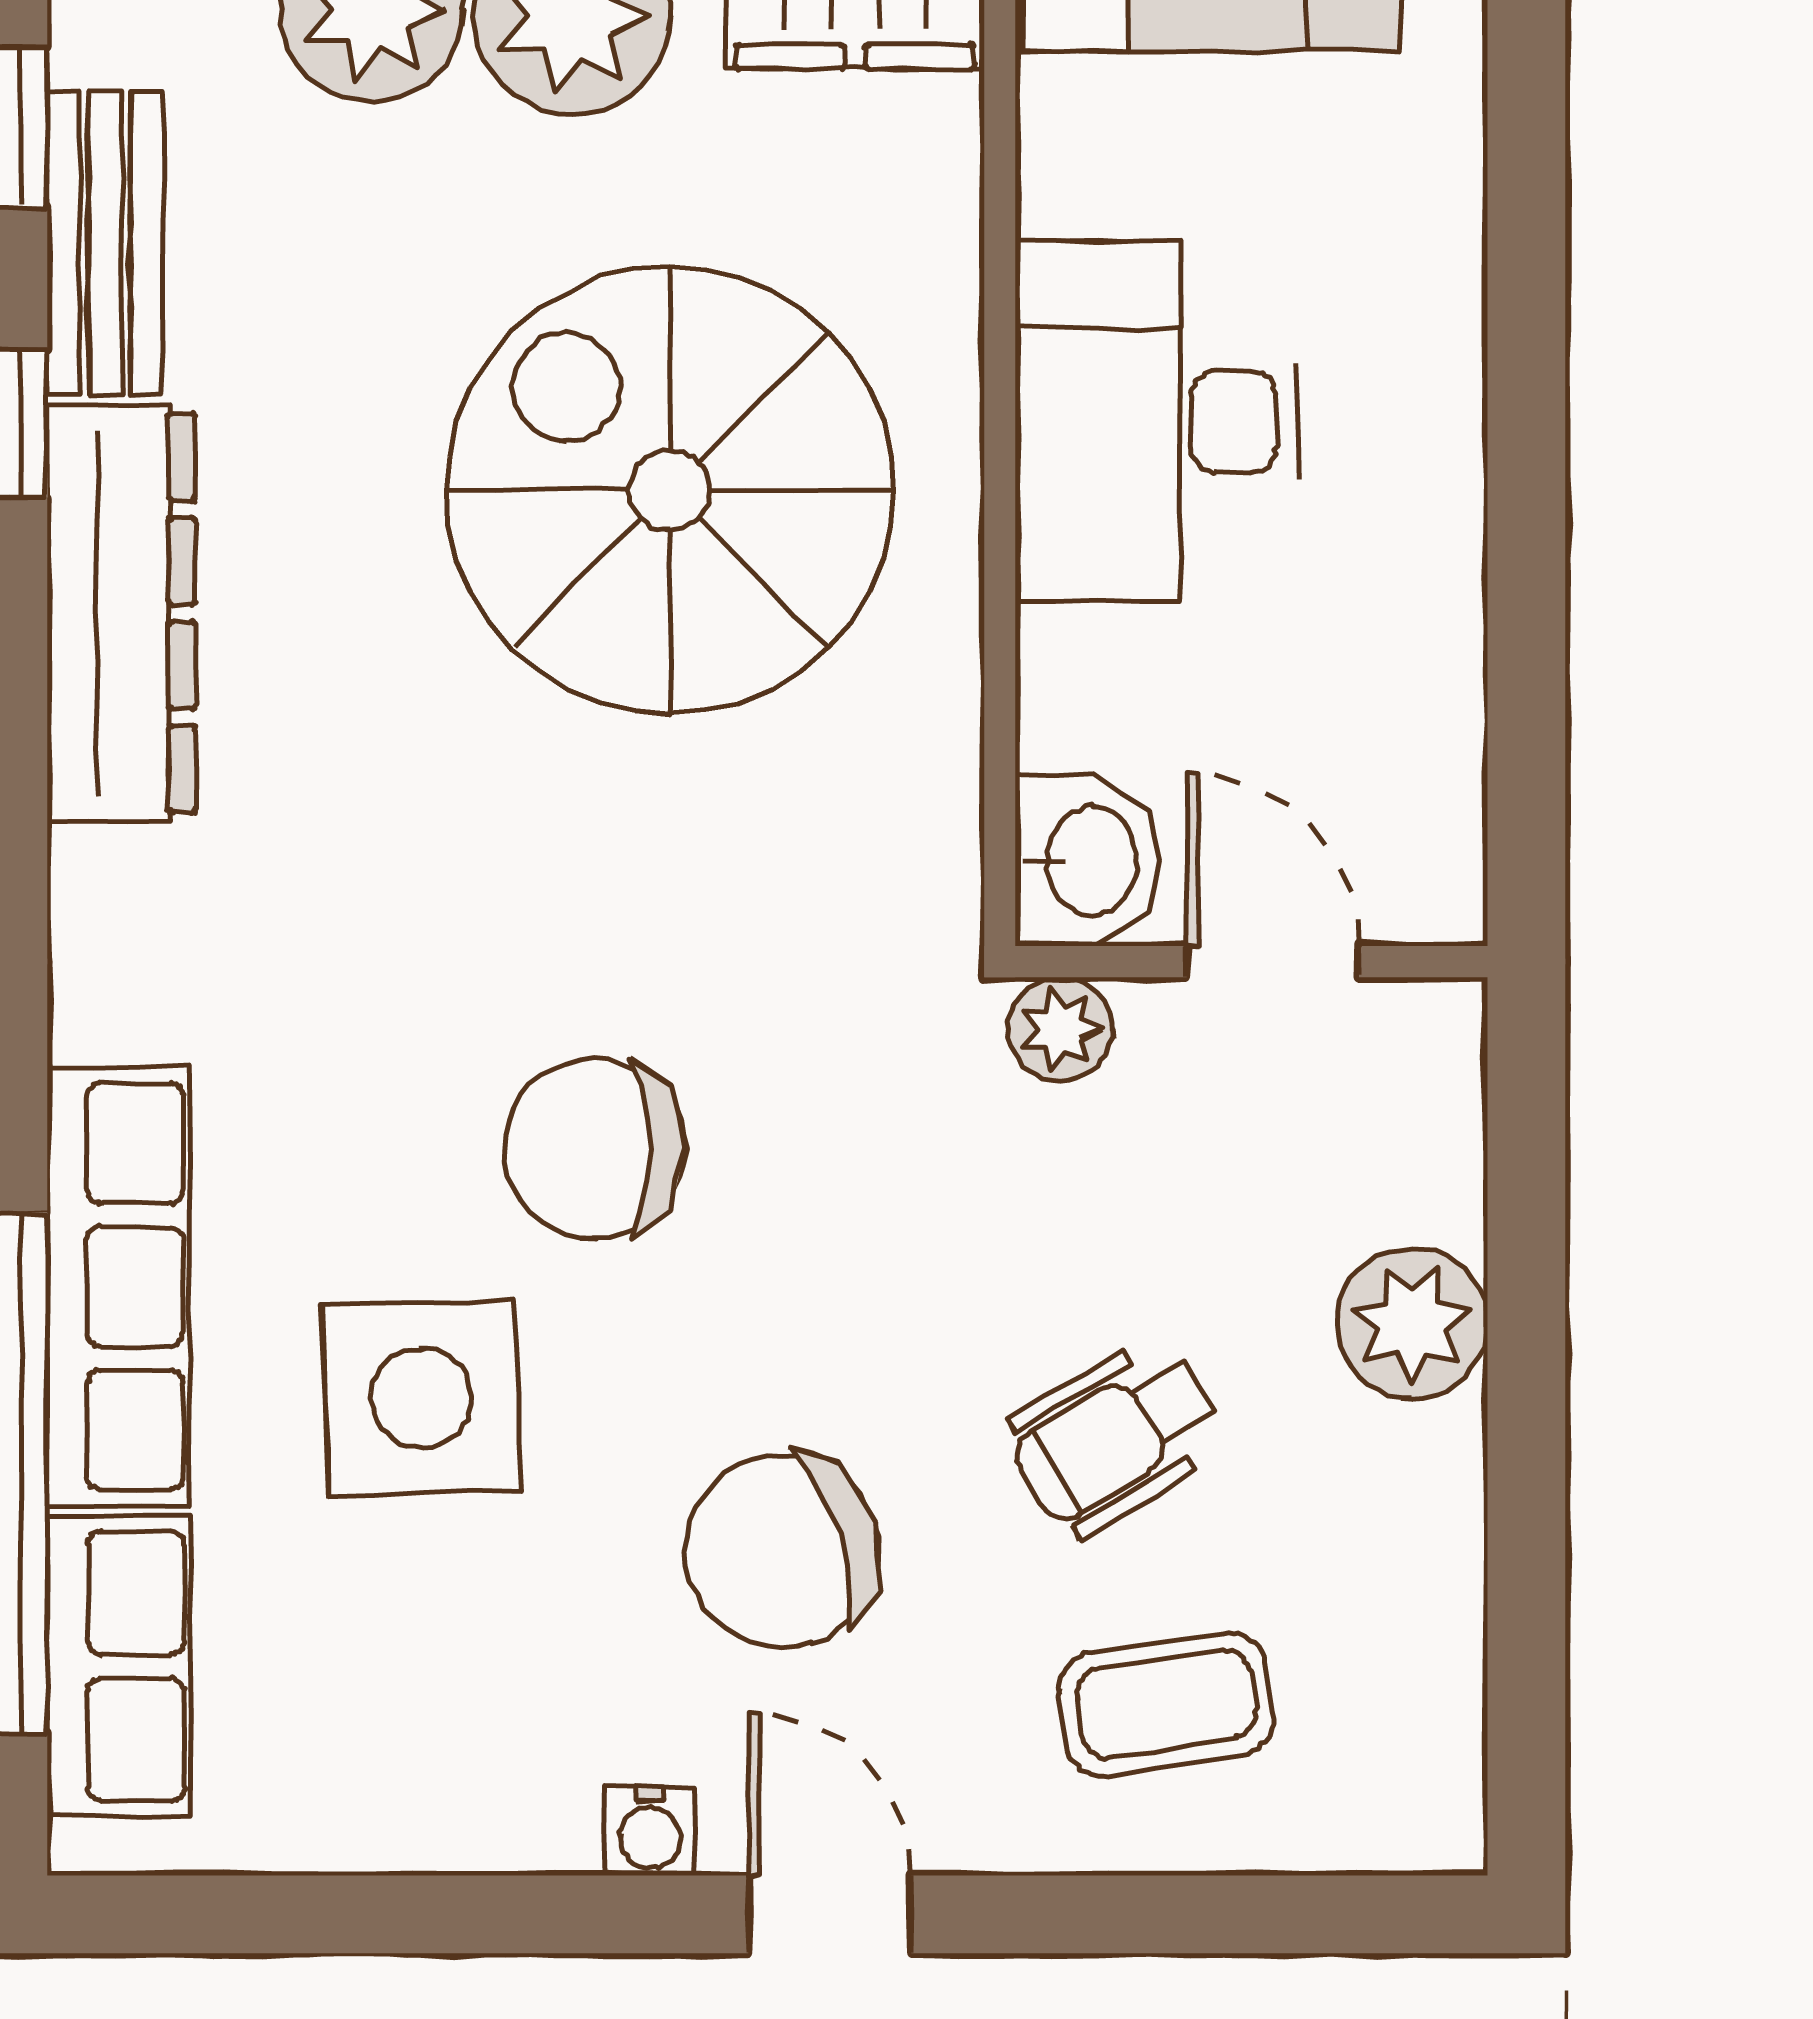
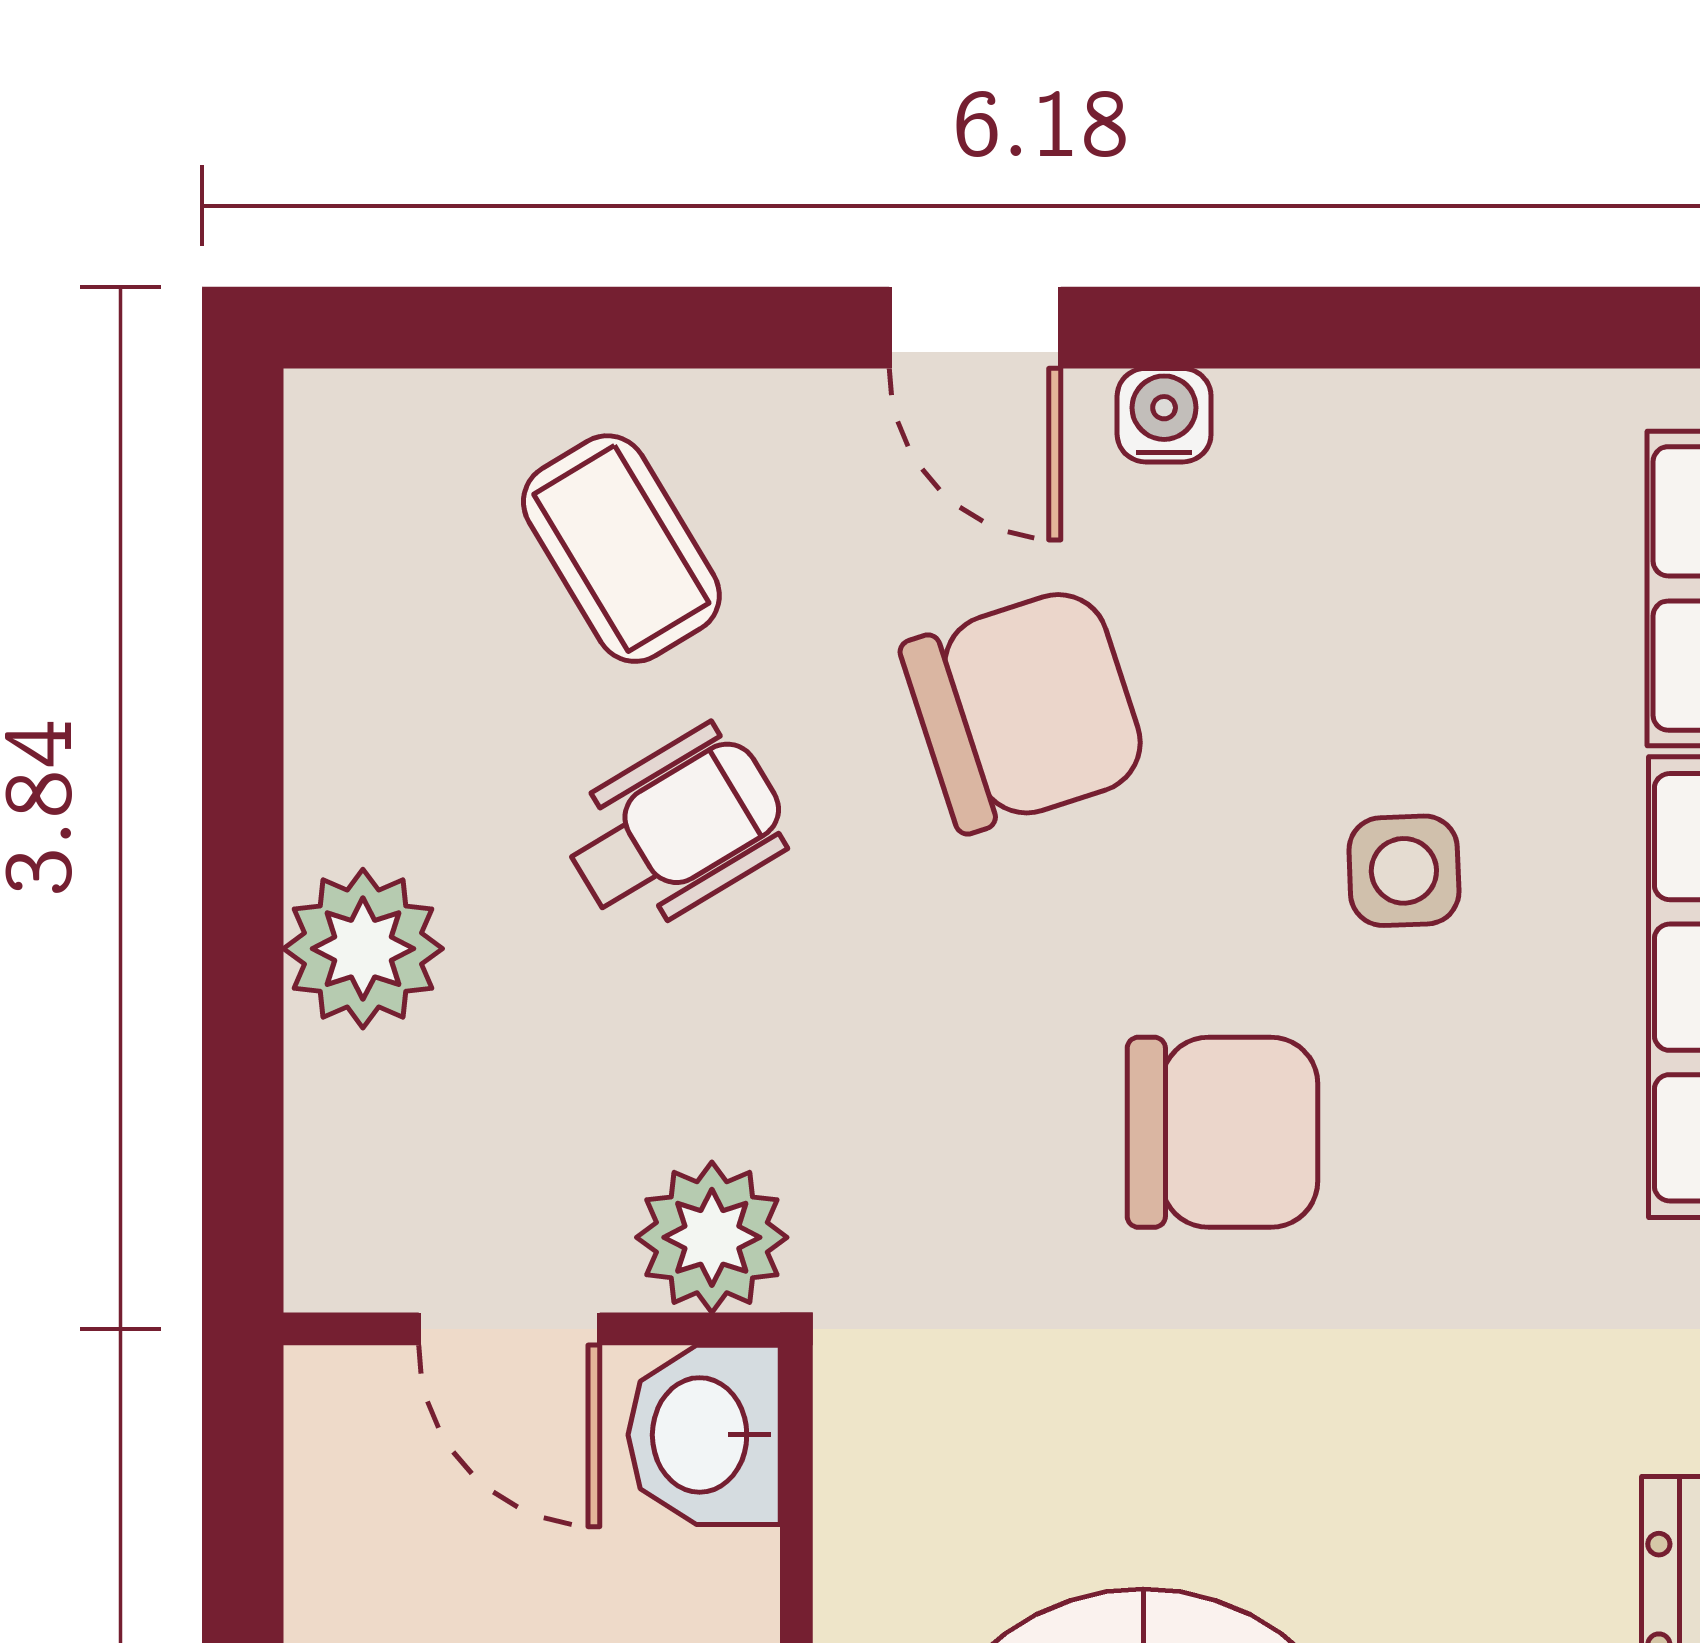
plant: (1061, 1029) -> (712, 1237), width x1.38, depth x1.38
side table: (422, 1397) -> (1404, 871), width x0.54, depth x0.54
coffee table: (1166, 1704) -> (621, 549), turned 68

